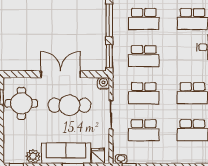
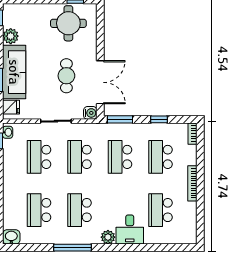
window: (109, 20) -> (159, 119), width x0.46
double door: (61, 74) -> (100, 82), moved
cafe table: (69, 105) -> (66, 76), width x0.73, depth x0.74

